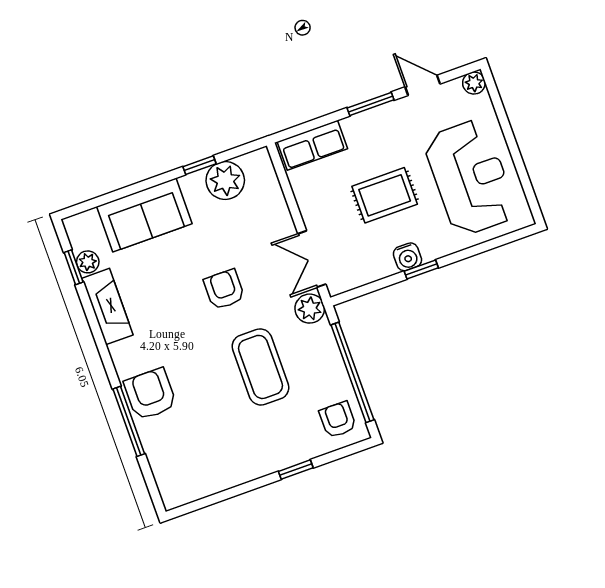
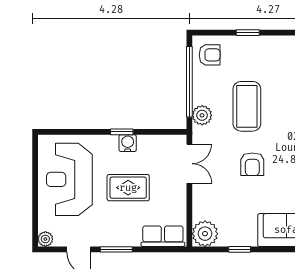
plant: (225, 180) -> (205, 234), moved
plant: (310, 309) -> (202, 115), moved
armchair: (338, 420) -> (210, 55), turned -90

